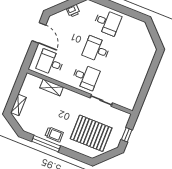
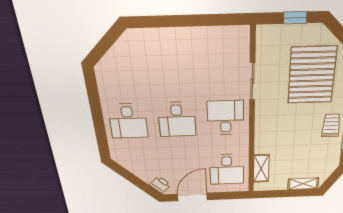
printer: (73, 11) -> (160, 185), moved
desk: (107, 22) -> (128, 121), turned 180
shelving: (52, 87) -> (261, 168), moved

